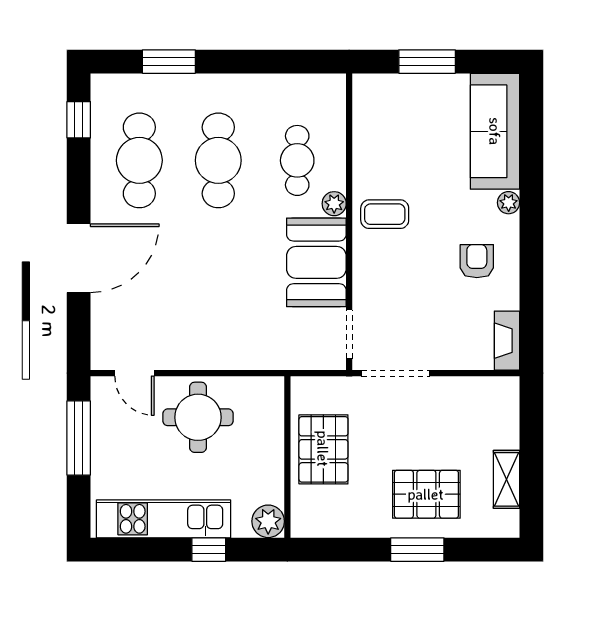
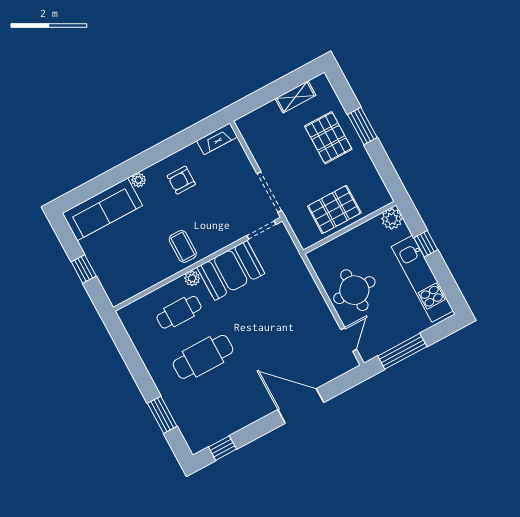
window: (427, 62) -> (84, 269), width x0.67
cafe table: (139, 160) -> (227, 401), removed

